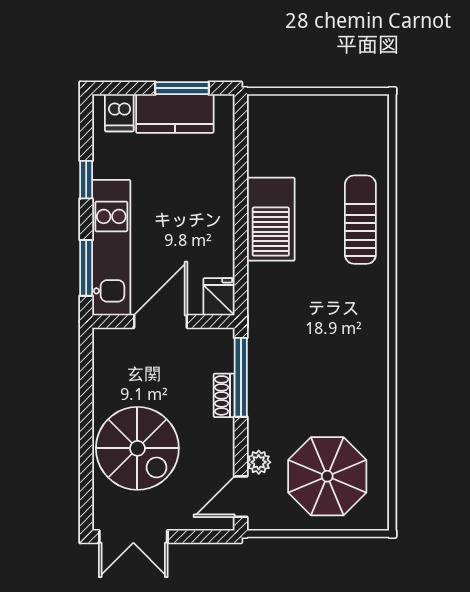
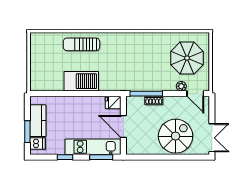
window: (182, 88) -> (27, 132), moved

